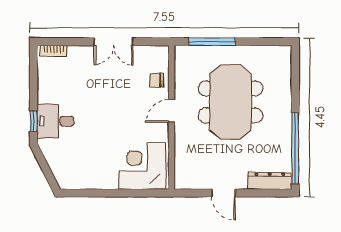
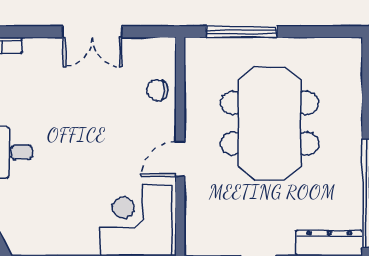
door: (172, 111) -> (180, 159), moved

